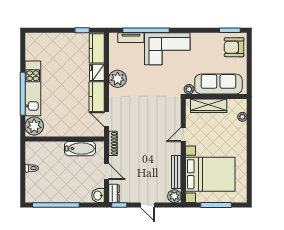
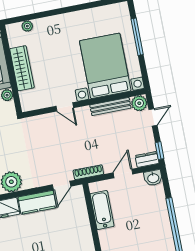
door: (183, 135) -> (65, 107), moved
wall: (183, 151) -> (84, 103), moved
bench: (176, 172) -> (110, 107), moved
bed with nightstands: (210, 174) -> (105, 66), moved
plant: (174, 196) -> (139, 103), moved

